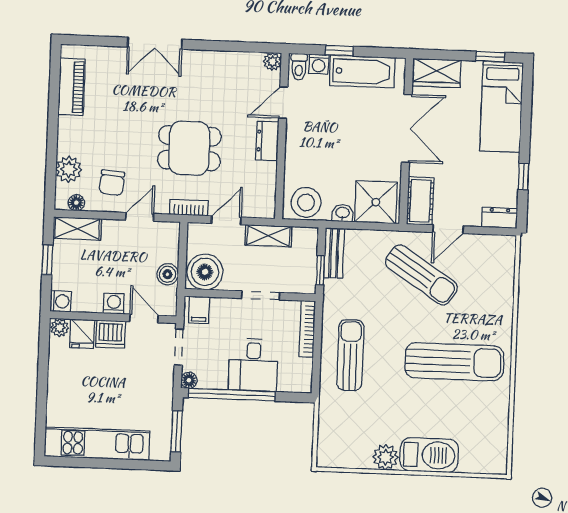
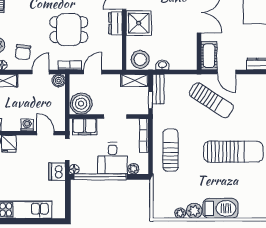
shower: (376, 202) -> (139, 23), moved
door: (448, 229) -> (226, 72), hinge flipped
shelving: (268, 236) -> (135, 80), moved
boiler: (168, 274) -> (59, 81), moved
filing cabinet: (199, 310) -> (85, 127), width x2.00
dishwasher: (111, 334) -> (57, 172), moved, turned 90
plant: (287, 383) -> (133, 169), added
window: (177, 431) -> (68, 200), removed
plant: (362, 460) -> (180, 213), added

